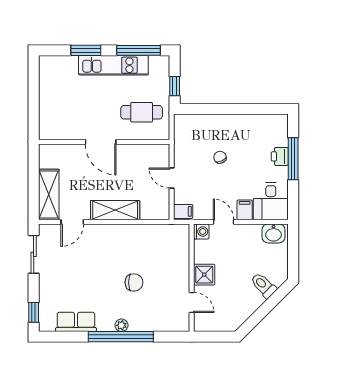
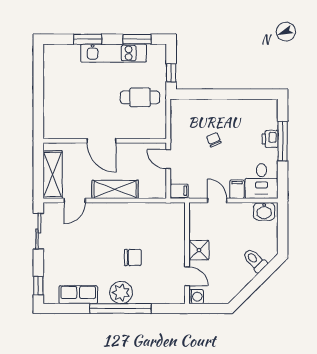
window: (139, 50) -> (137, 39), width x0.69
door: (101, 142) -> (101, 141), moved
wall: (104, 142) -> (105, 141), moved
washing machine: (201, 231) -> (196, 297), moved
plant: (121, 325) -> (121, 293), width x1.87, depth x1.87

